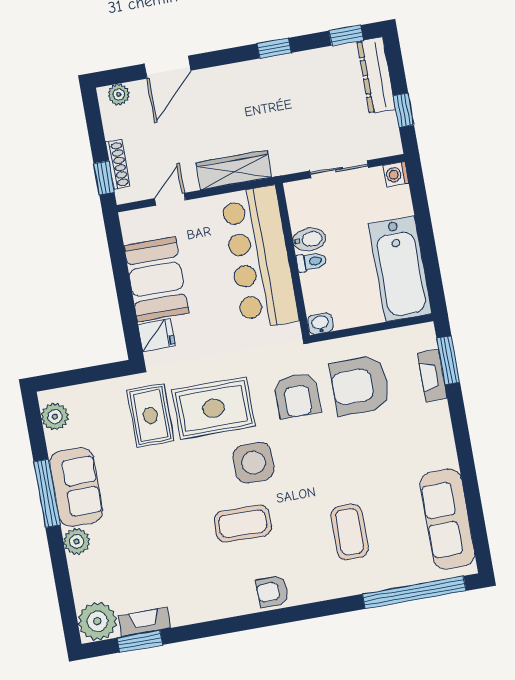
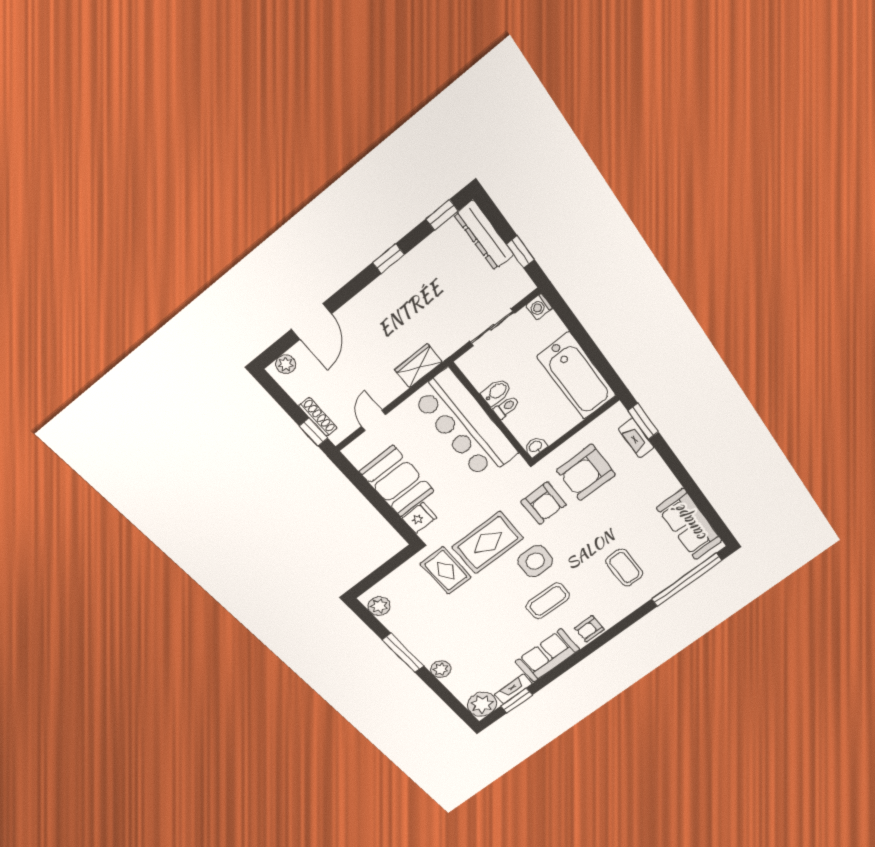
wardrobe: (234, 170) -> (418, 366), width x0.67
sofa: (76, 487) -> (547, 656), moved, turned -90

